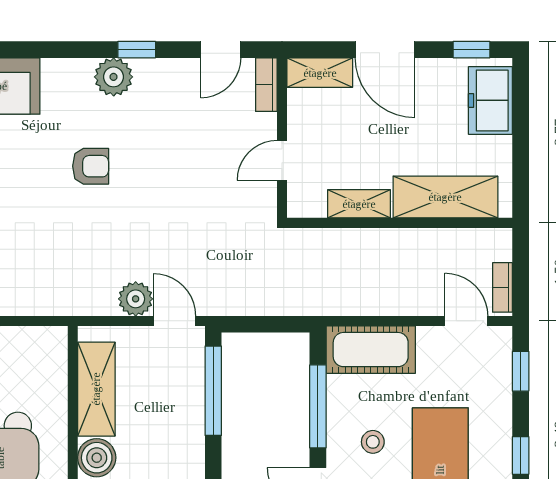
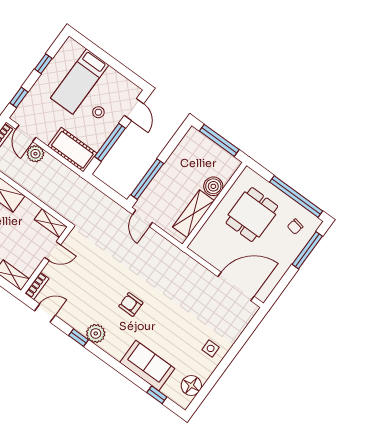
shelving: (359, 204) -> (51, 223), moved
plant: (136, 299) -> (35, 154), moved

